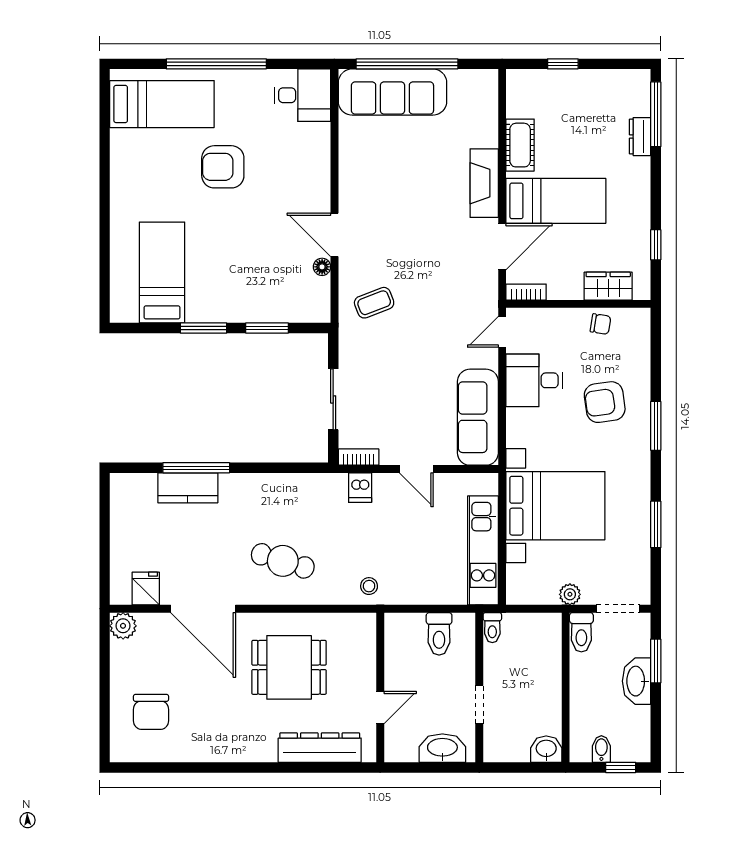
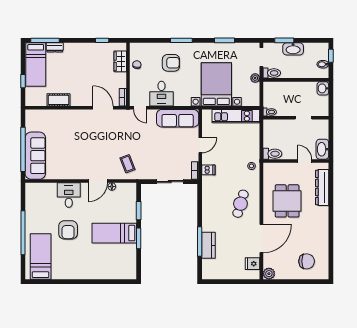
desk: (302, 95) -> (69, 195), moved
fireplace: (484, 183) -> (75, 116), removed
bed: (556, 201) -> (36, 65), moved, turned 180
bed: (162, 273) -> (114, 233), moved
armchair: (605, 402) -> (171, 63), turned -82
toilet: (439, 634) -> (272, 154), moved
washbasin: (442, 748) -> (322, 149), moved

